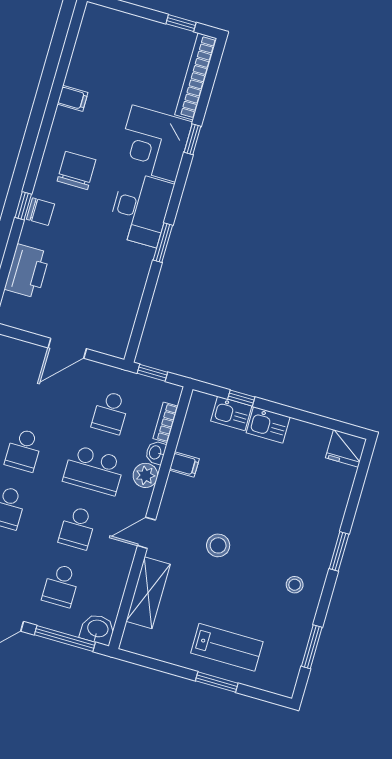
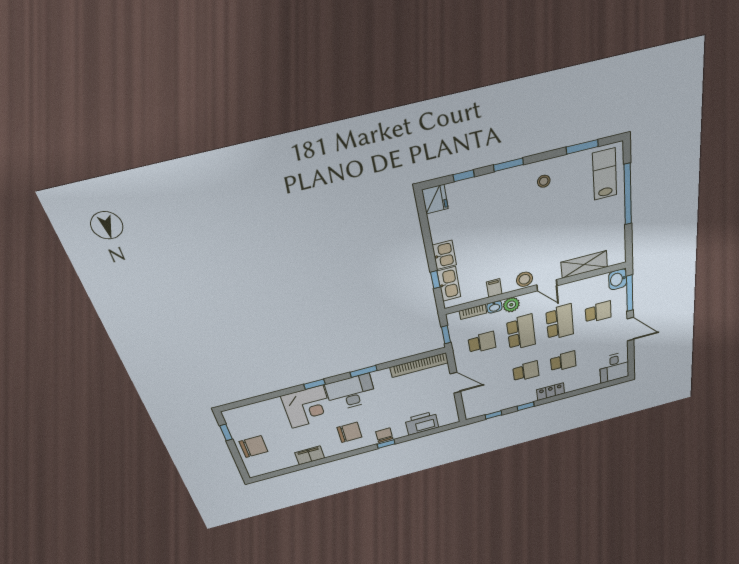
chair: (136, 40) -> (254, 447), added
bookcase: (196, 76) -> (419, 365), moved
filing cabinet: (73, 98) -> (310, 455), width x2.00
window: (193, 139) -> (315, 384), moved
chair: (77, 170) -> (349, 432), turned 180
kitchen sink: (231, 413) -> (449, 284), width x1.38
window: (355, 494) -> (464, 176), added
school desk: (77, 528) -> (560, 322), width x1.85
stool: (218, 545) -> (525, 279), moved
lab bench: (227, 647) -> (605, 174), moved
window: (217, 682) -> (628, 194), width x2.11

